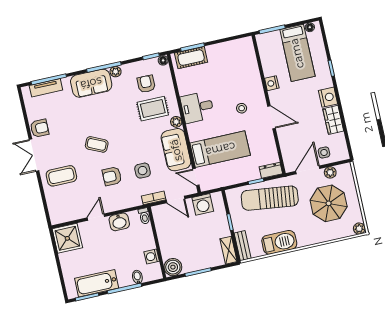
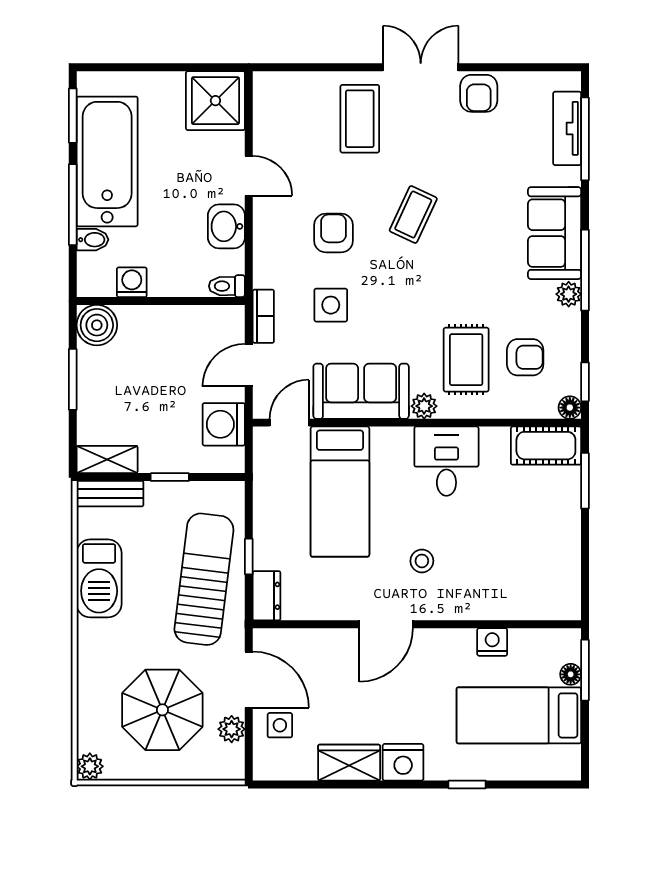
floor lamp: (310, 27) -> (571, 674), moved
cot: (191, 58) -> (546, 446), moved, turned 90
nightstand: (272, 83) -> (492, 642), moved
bathtub: (97, 283) -> (107, 161), width x1.36, depth x1.36

